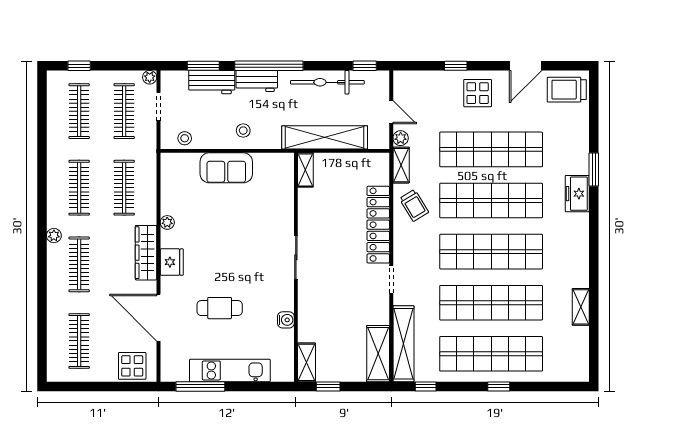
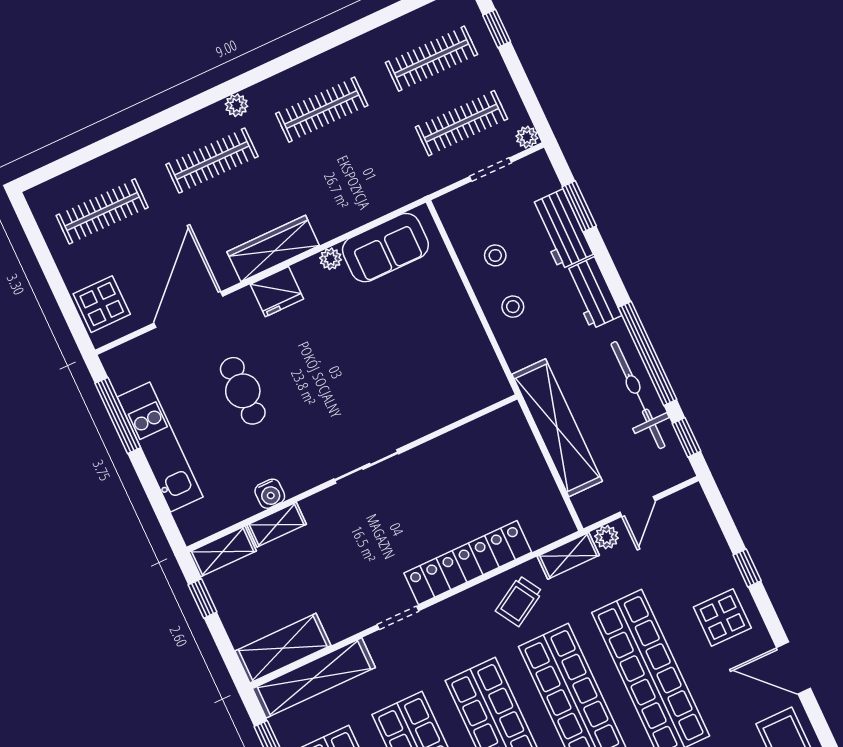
window: (269, 66) -> (647, 353), moved
stool: (185, 138) -> (495, 255), moved
sofa: (226, 168) -> (385, 248), moved, turned -90
shelving: (305, 170) -> (277, 525), moved
clothes rail: (124, 188) -> (352, 174), removed

